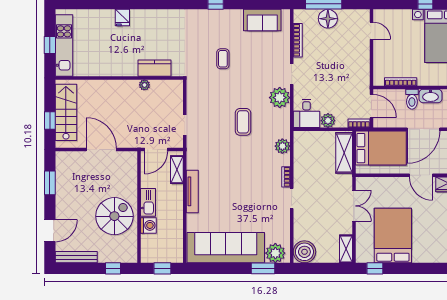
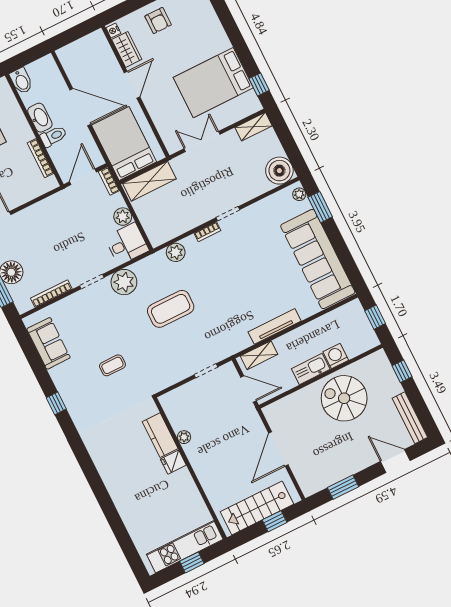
fridge: (122, 18) -> (173, 462), moved, turned 180
coffee table: (243, 122) -> (171, 309), width x1.36, depth x1.32
plant: (275, 253) -> (299, 194), width x0.53, depth x0.53

